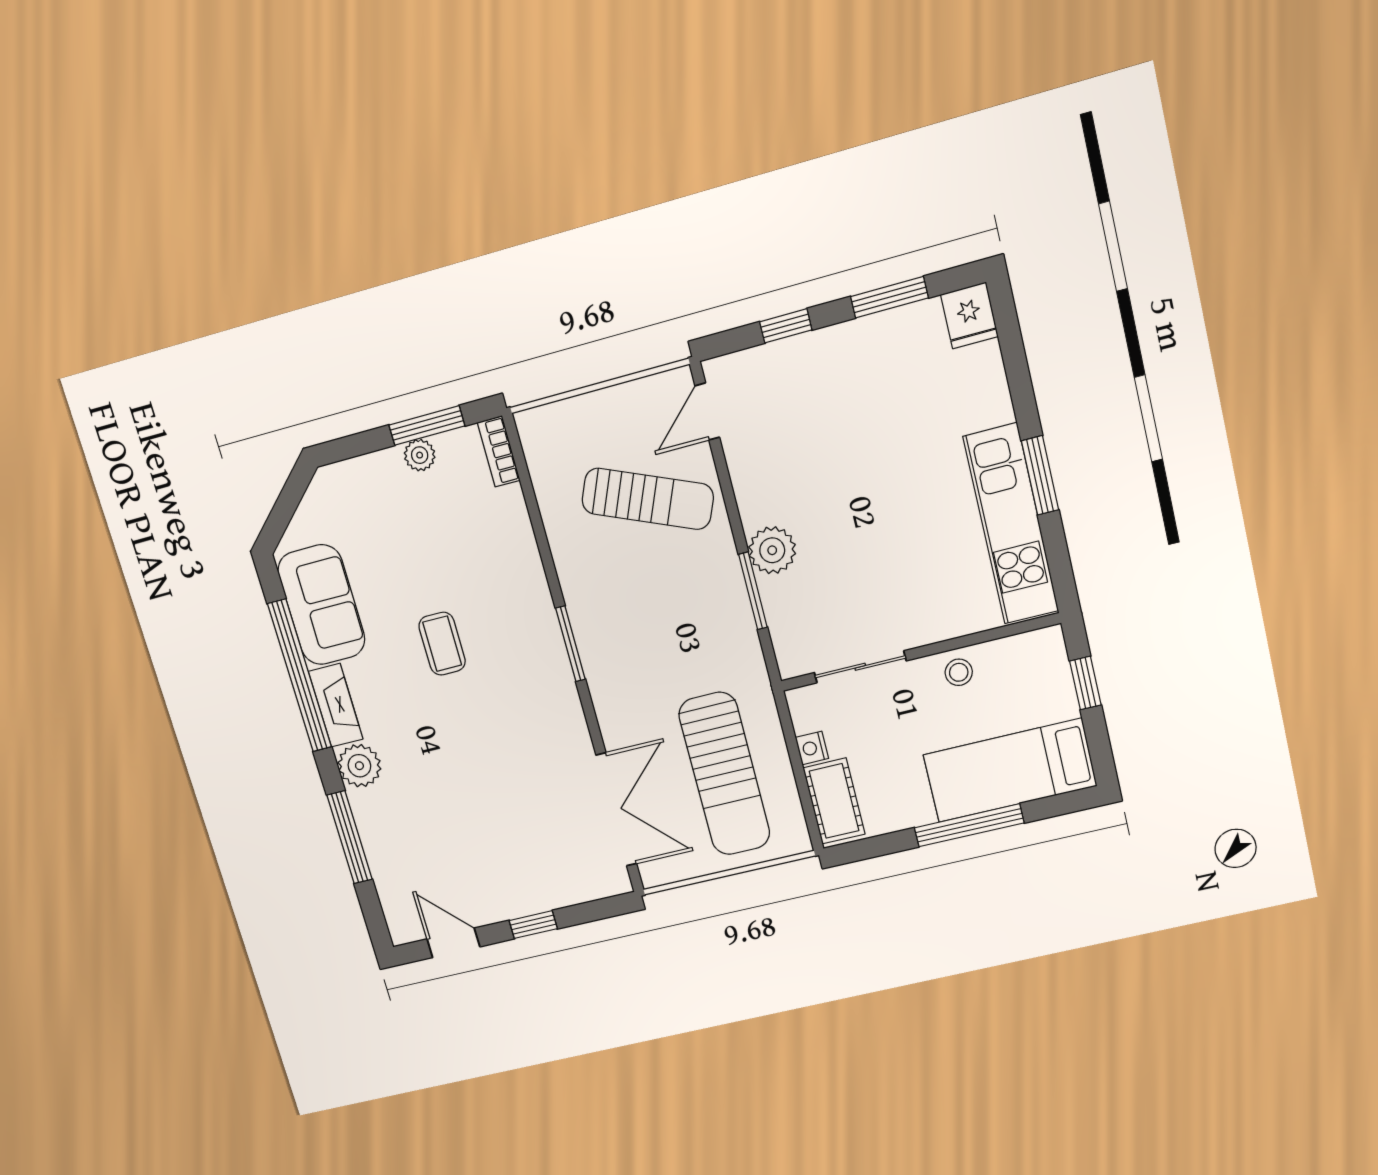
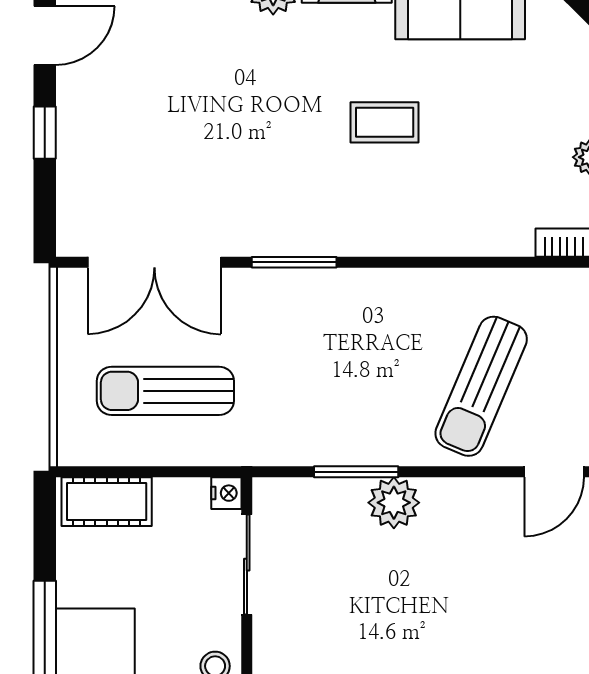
door: (707, 412) -> (554, 472), swing flipped
window: (570, 644) -> (294, 262), moved
nightstand: (812, 748) -> (226, 493), moved, turned 90
sun lounger: (724, 774) -> (165, 391), width x0.73, depth x0.75

